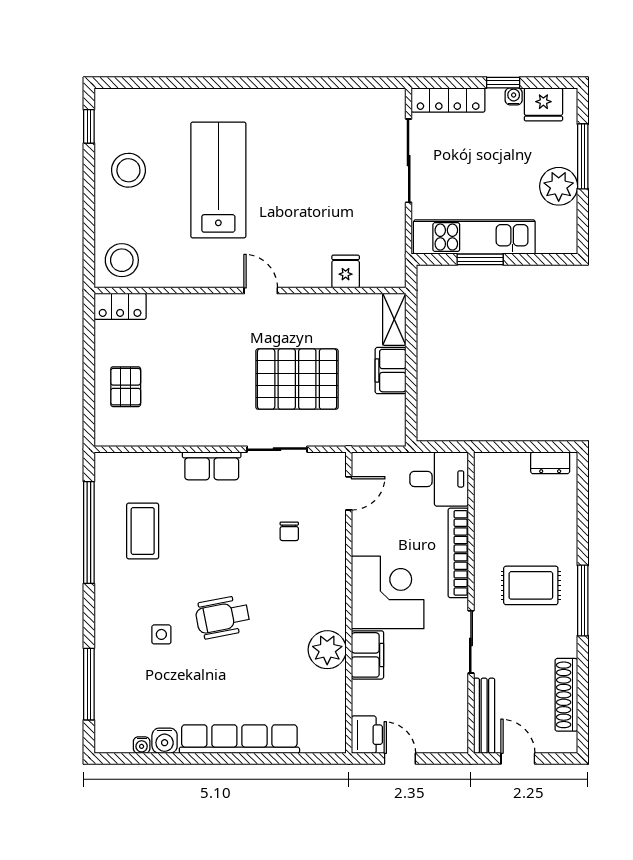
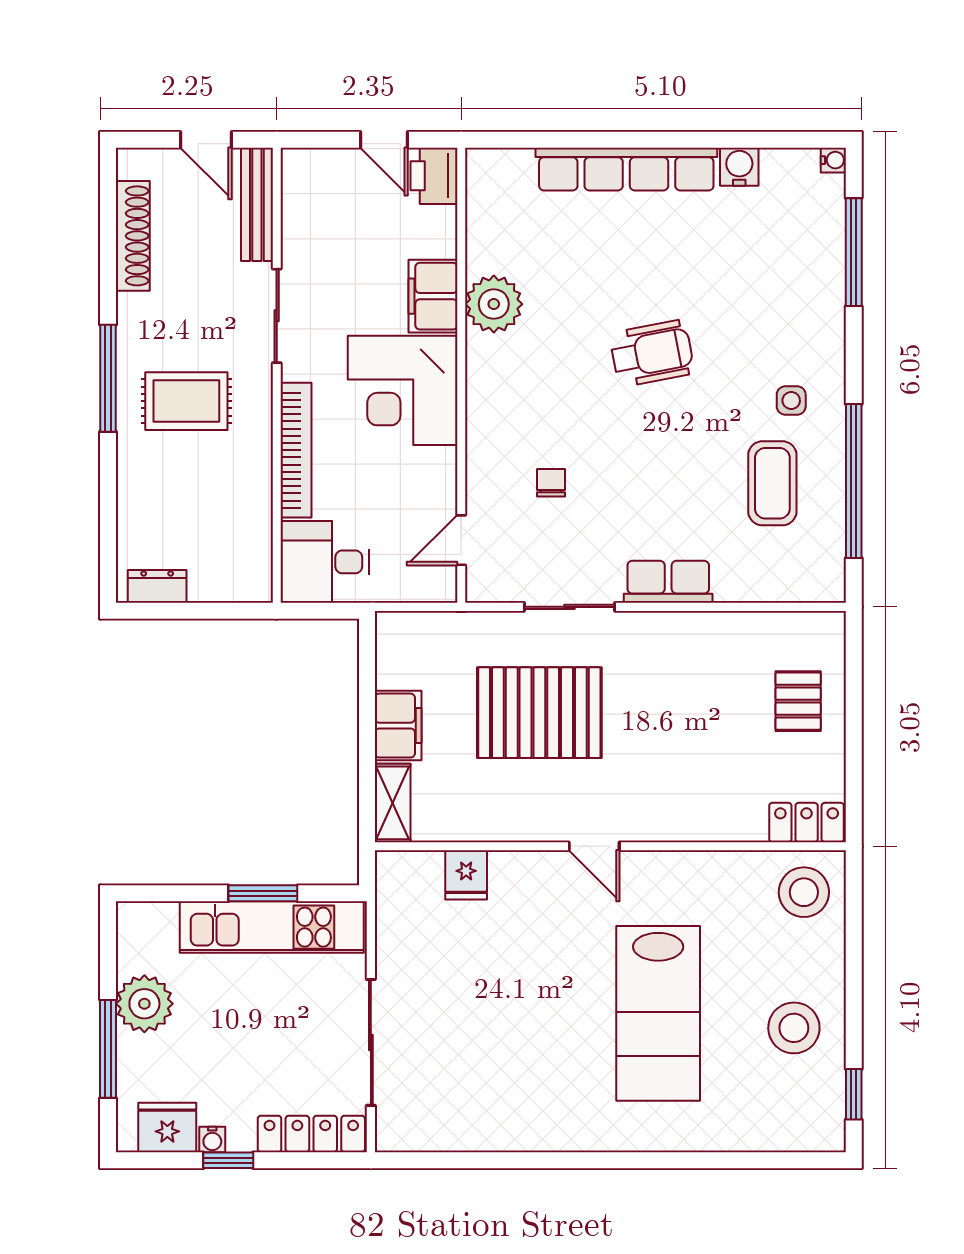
side table: (161, 634) -> (791, 401), moved
water cooler: (142, 745) -> (833, 160), moved, turned 90

